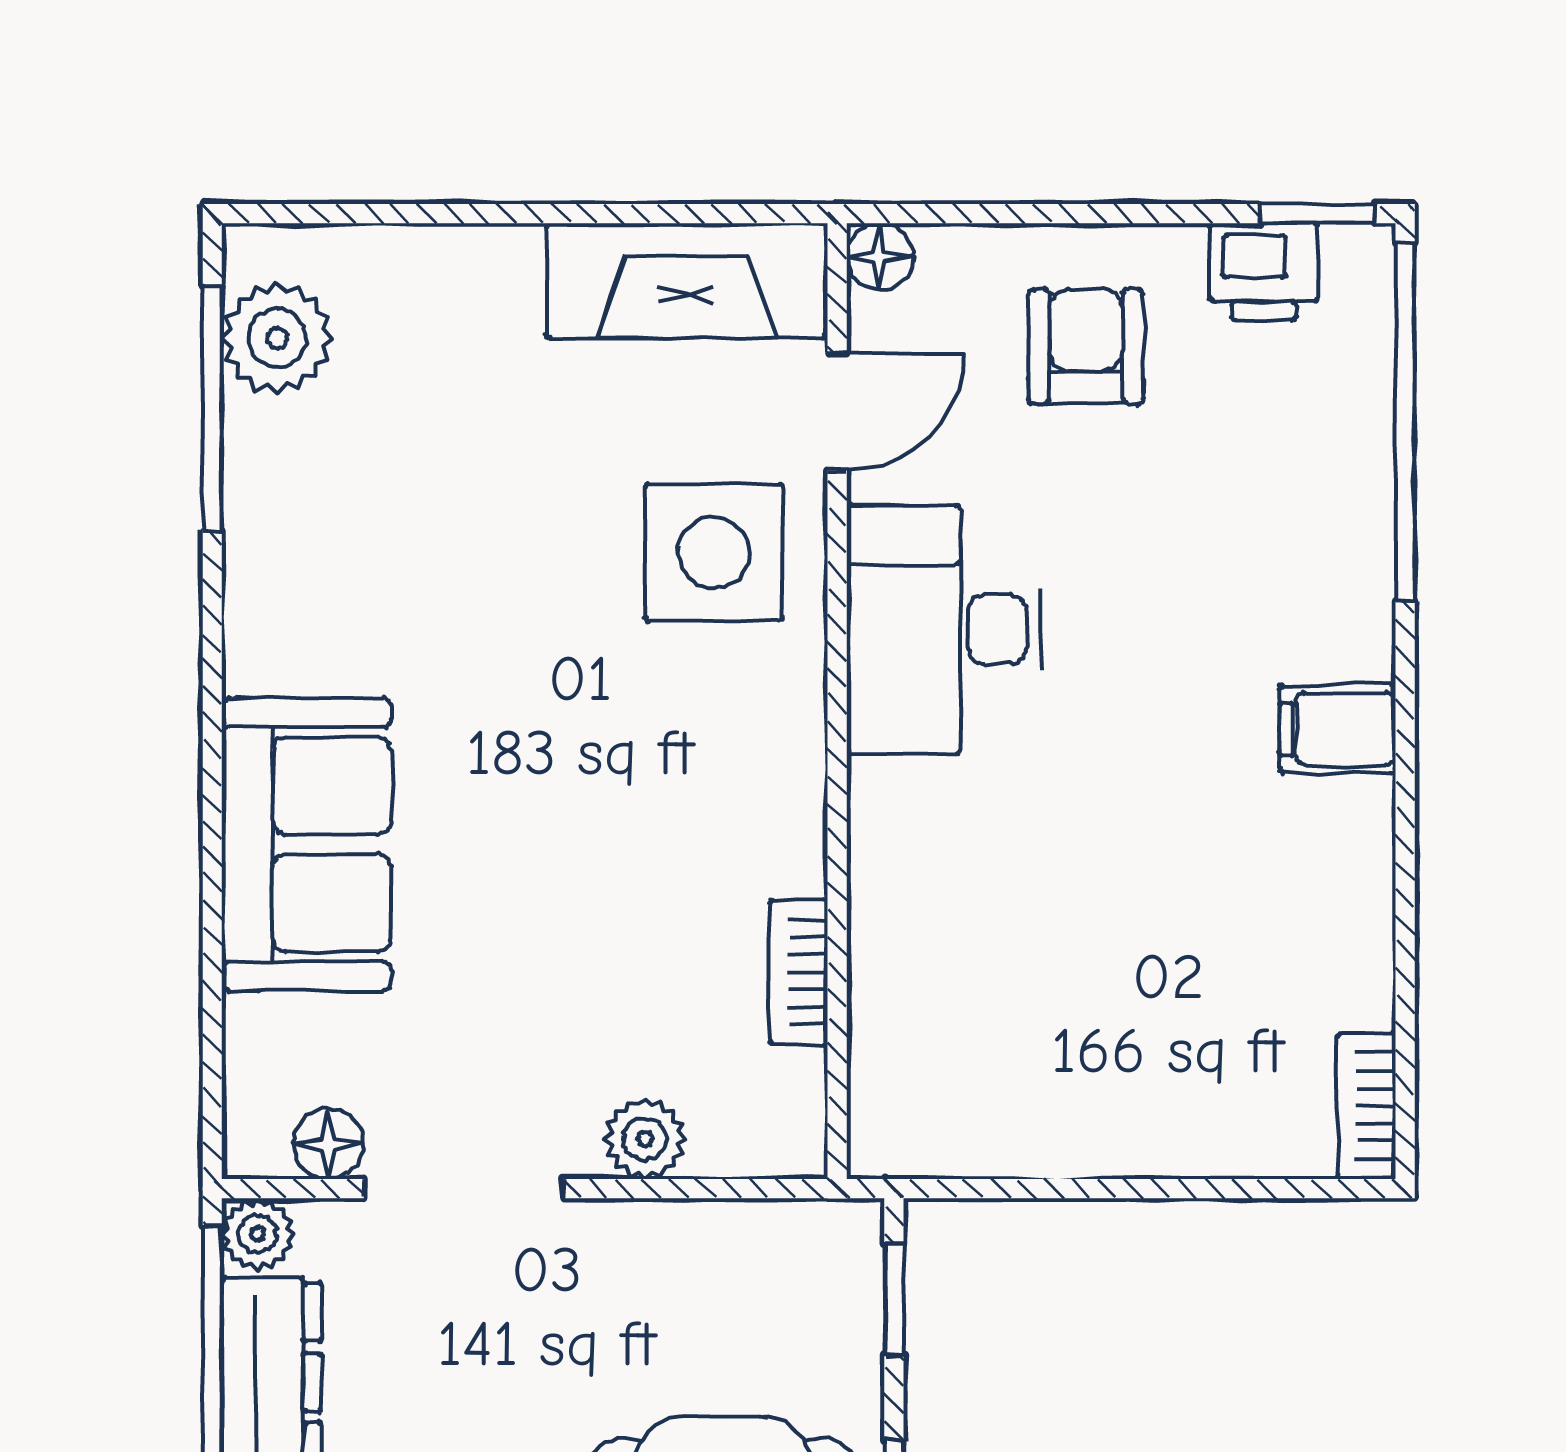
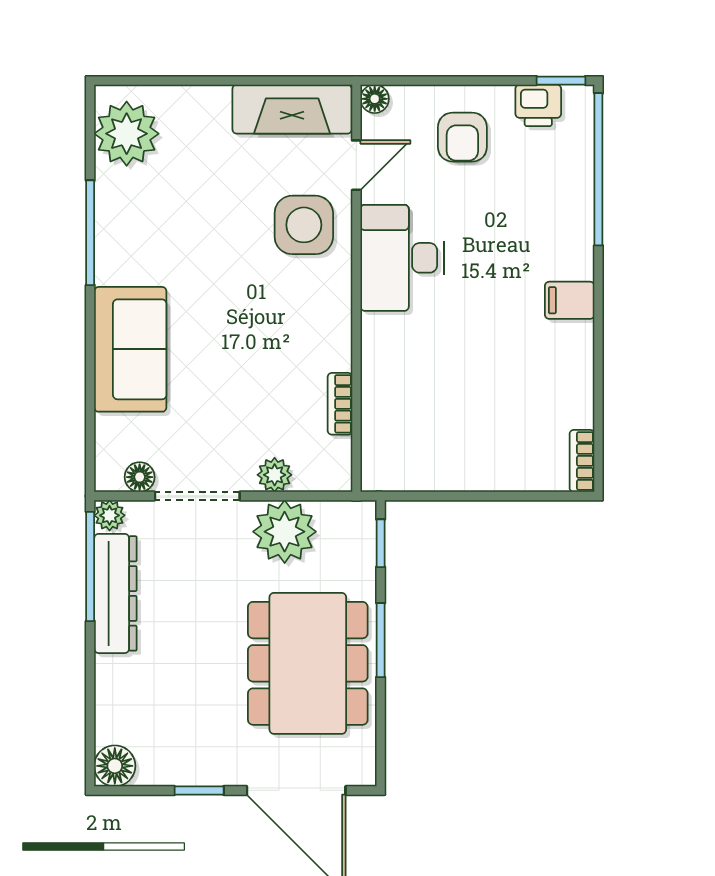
plant: (277, 338) -> (127, 134), width x1.36, depth x1.36
armchair: (1086, 346) -> (462, 137), turned 180
window: (212, 409) -> (90, 233), moved
plant: (668, 1272) -> (285, 532), added

